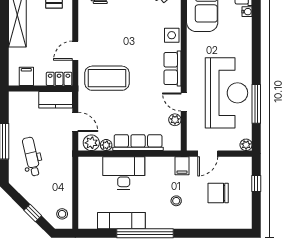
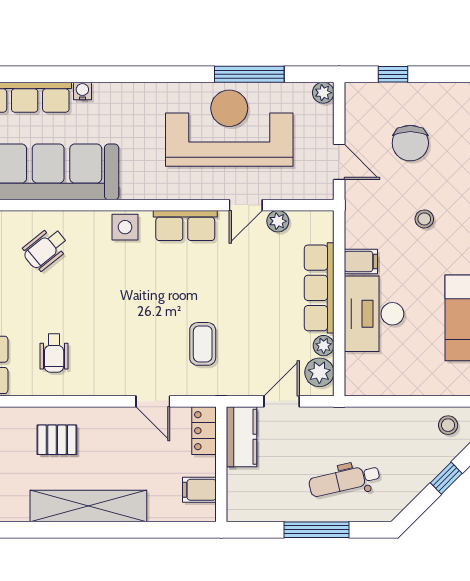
coffee table: (107, 78) -> (203, 344), width x0.54, depth x0.58
filing cabinet: (182, 166) -> (361, 262), moved

